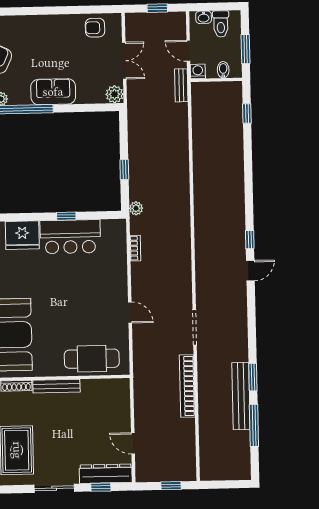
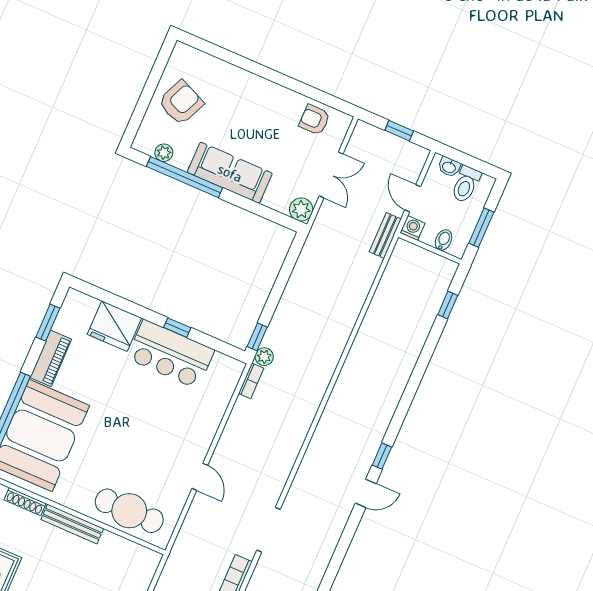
sofa: (53, 92) -> (230, 173), width x1.36
window: (124, 169) -> (257, 337), moved
bookcase: (135, 248) -> (251, 381), moved

